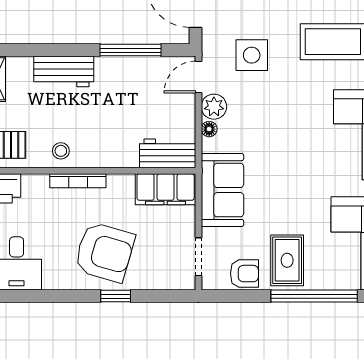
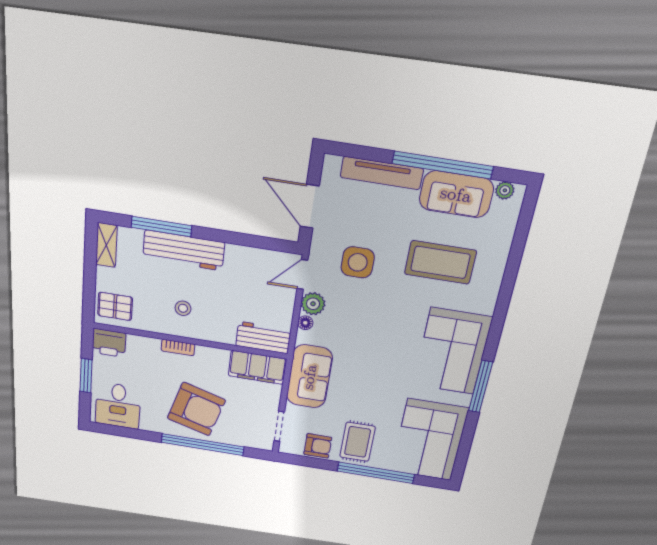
window: (131, 50) -> (161, 227), moved
workbench: (64, 71) -> (184, 250), width x1.38
stool: (61, 151) -> (183, 308), moved
bookcase: (78, 181) -> (178, 348), width x0.64
window: (116, 296) -> (203, 445), width x3.17

